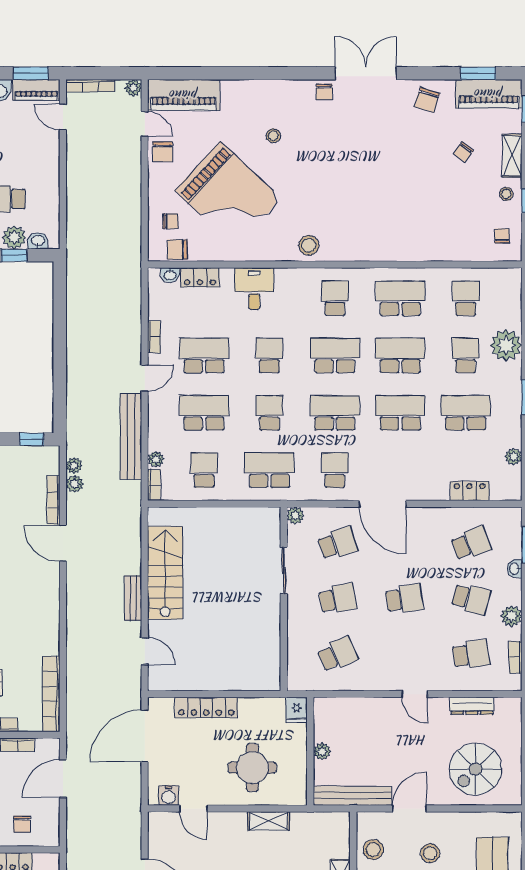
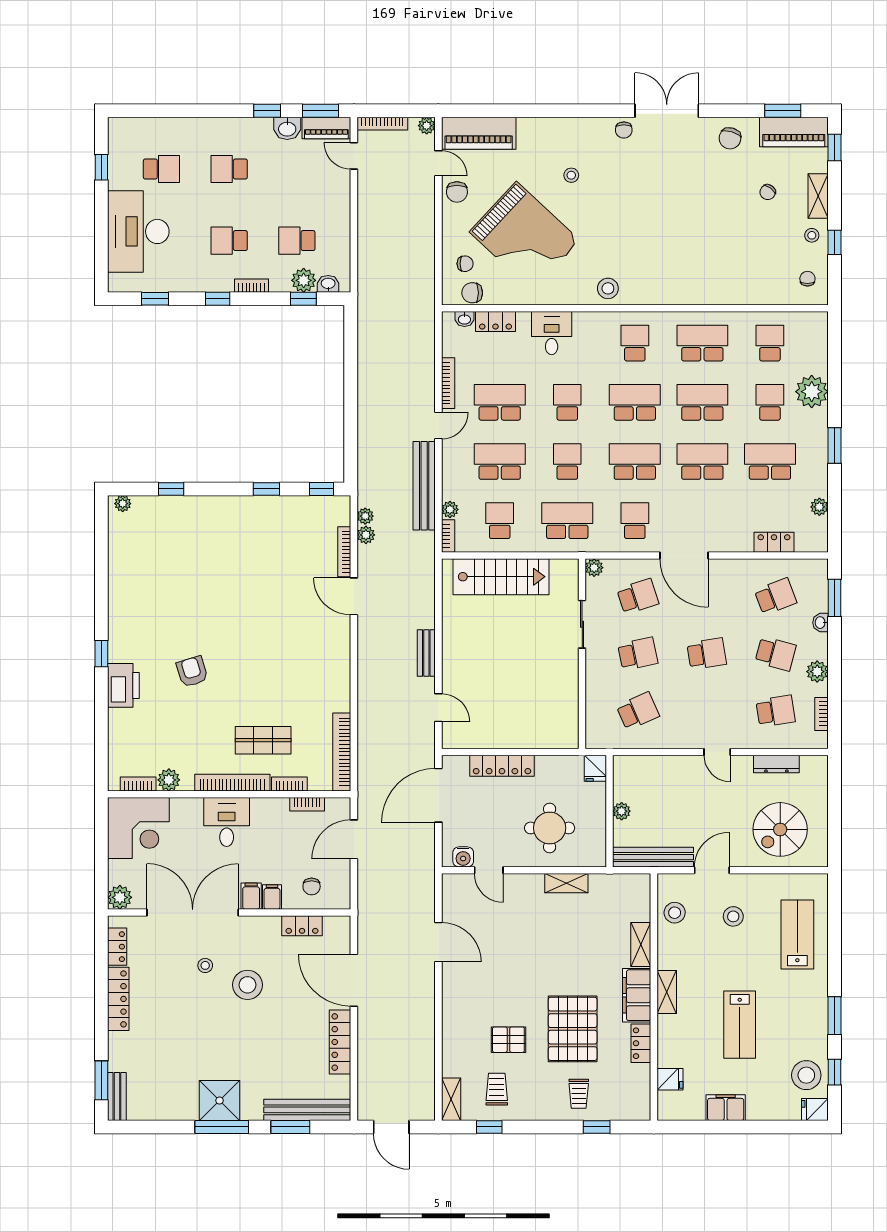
bookcase: (154, 337) -> (448, 383), width x1.56
stairs: (165, 573) -> (501, 577), moved, turned 90

